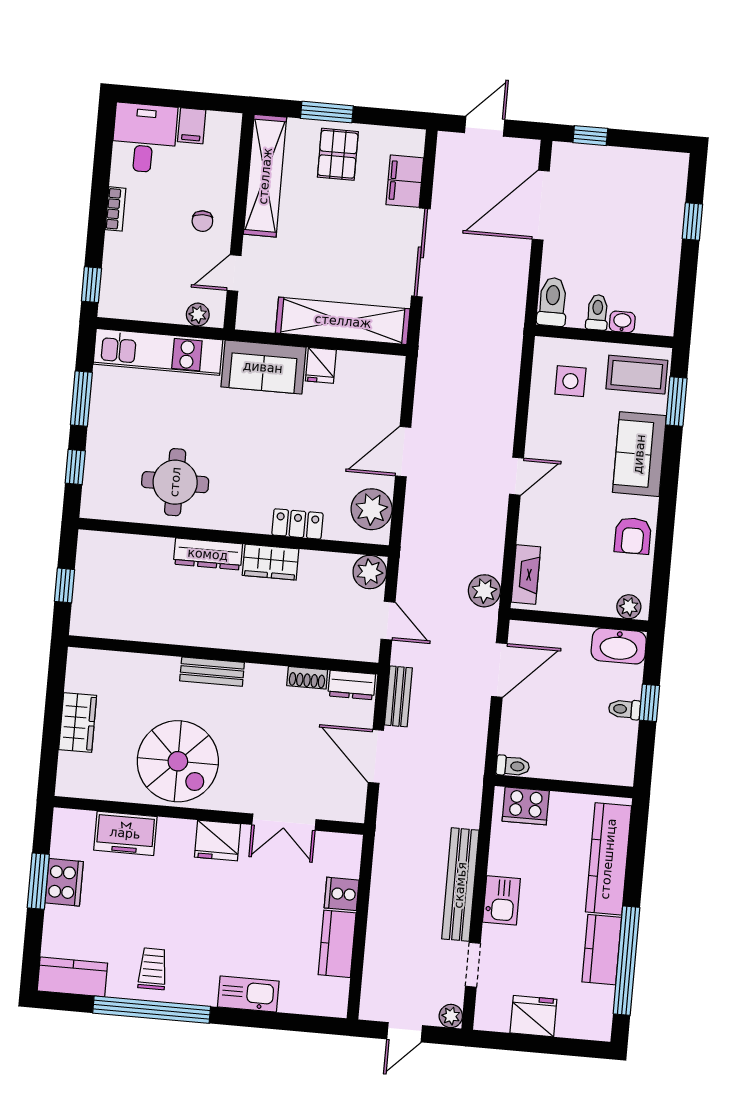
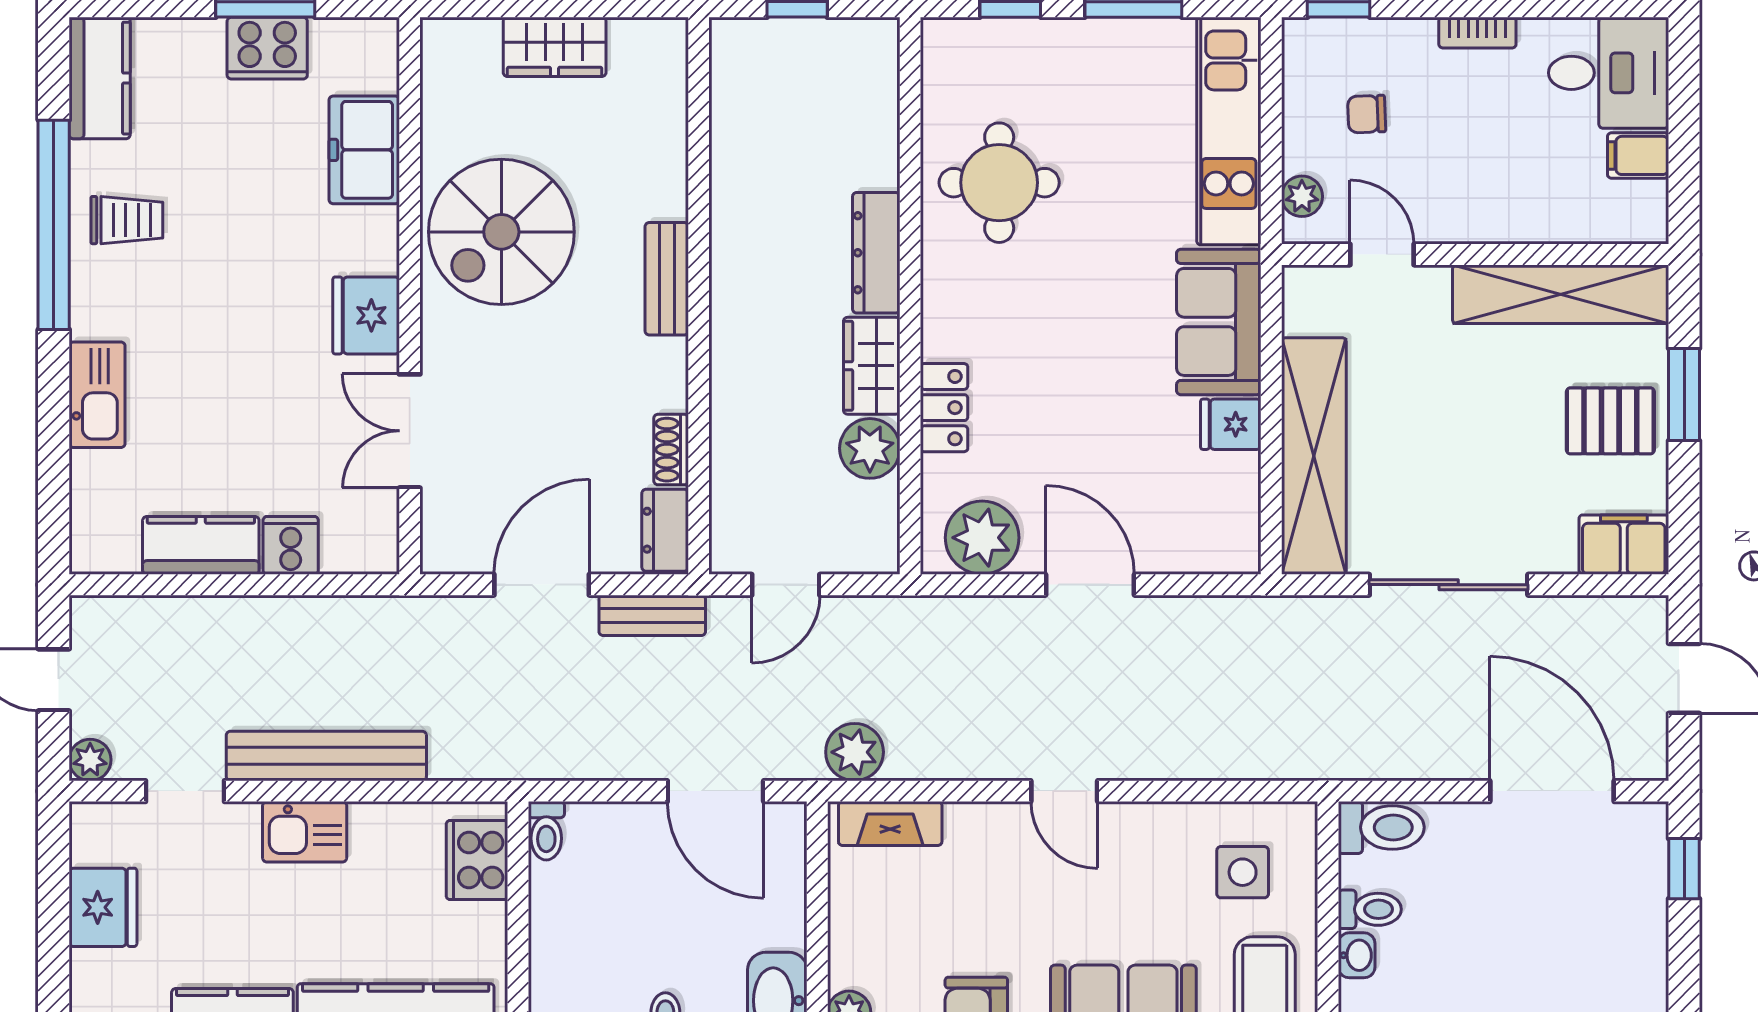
filing cabinet: (405, 181) -> (1624, 545), moved
chair: (202, 221) -> (1367, 114), moved
plant: (370, 572) -> (870, 448), moved

